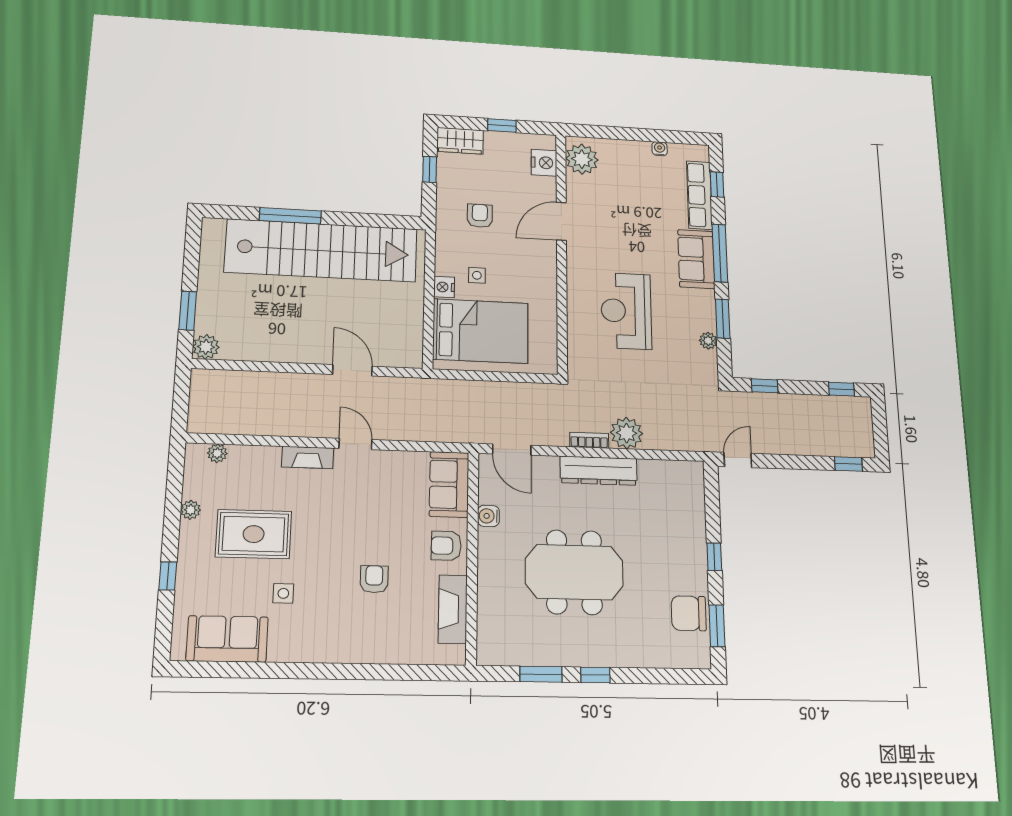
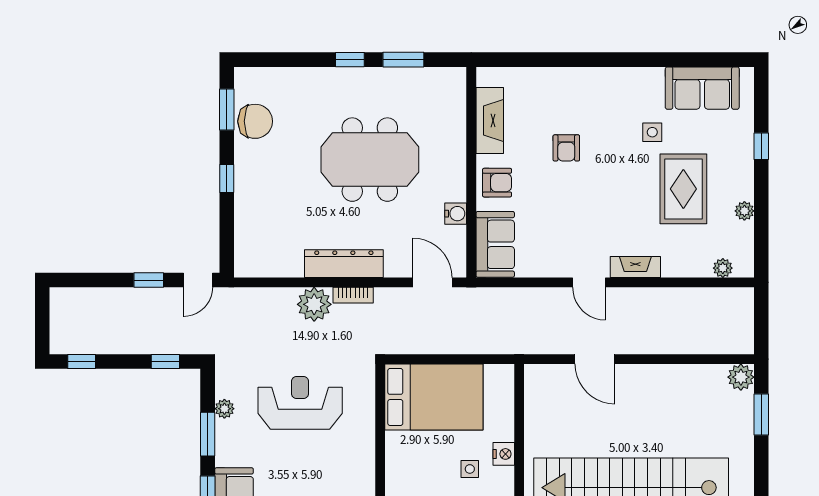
reception desk: (626, 311) -> (300, 403), moved, turned -90
bed: (481, 331) -> (434, 397), moved, turned 180
window: (848, 464) -> (149, 280), moved
rug: (254, 534) -> (683, 189), turned 90

